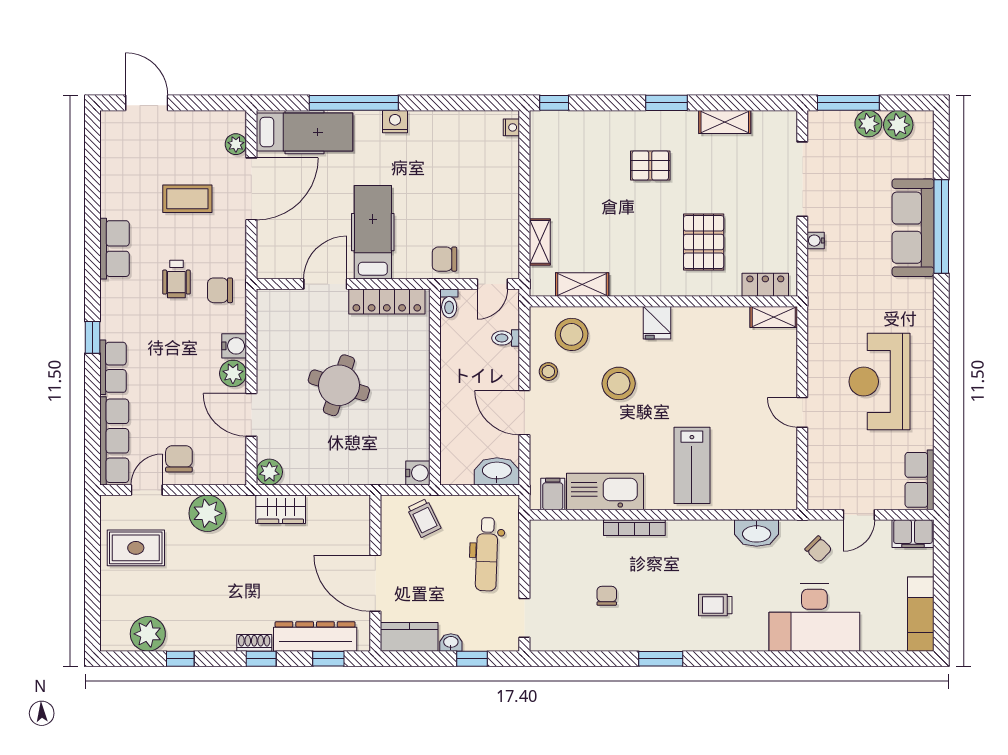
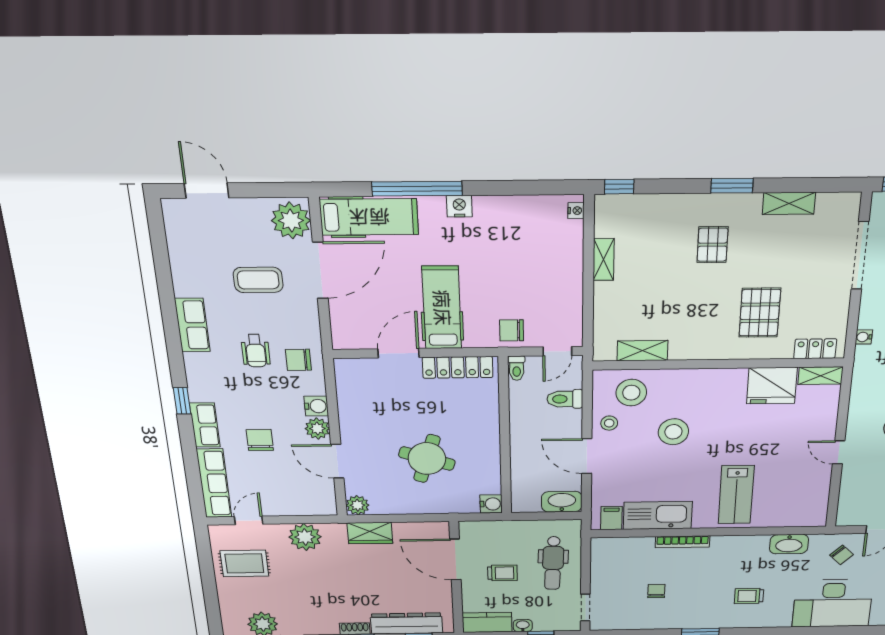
plant: (236, 144) -> (291, 220), width x1.87, depth x1.87
pallet: (650, 165) -> (713, 245), turned 90
water cooler: (816, 241) -> (864, 337), moved
shelving: (540, 242) -> (604, 259), moved
fridge: (657, 323) -> (772, 386), moved, width x1.88, depth x1.34
toilet: (506, 338) -> (565, 399), width x1.37, depth x1.39
round table: (339, 385) -> (427, 459), moved
chair: (179, 459) -> (260, 440), moved
trolley: (424, 518) -> (502, 573), moved, turned -64
door: (375, 583) -> (455, 559), moved

